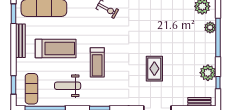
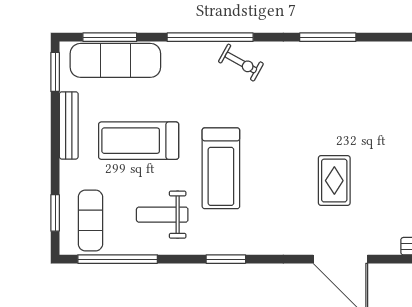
treadmill: (56, 48) -> (139, 141), turned 180
treadmill: (97, 62) -> (221, 168), width x1.37, depth x1.38

